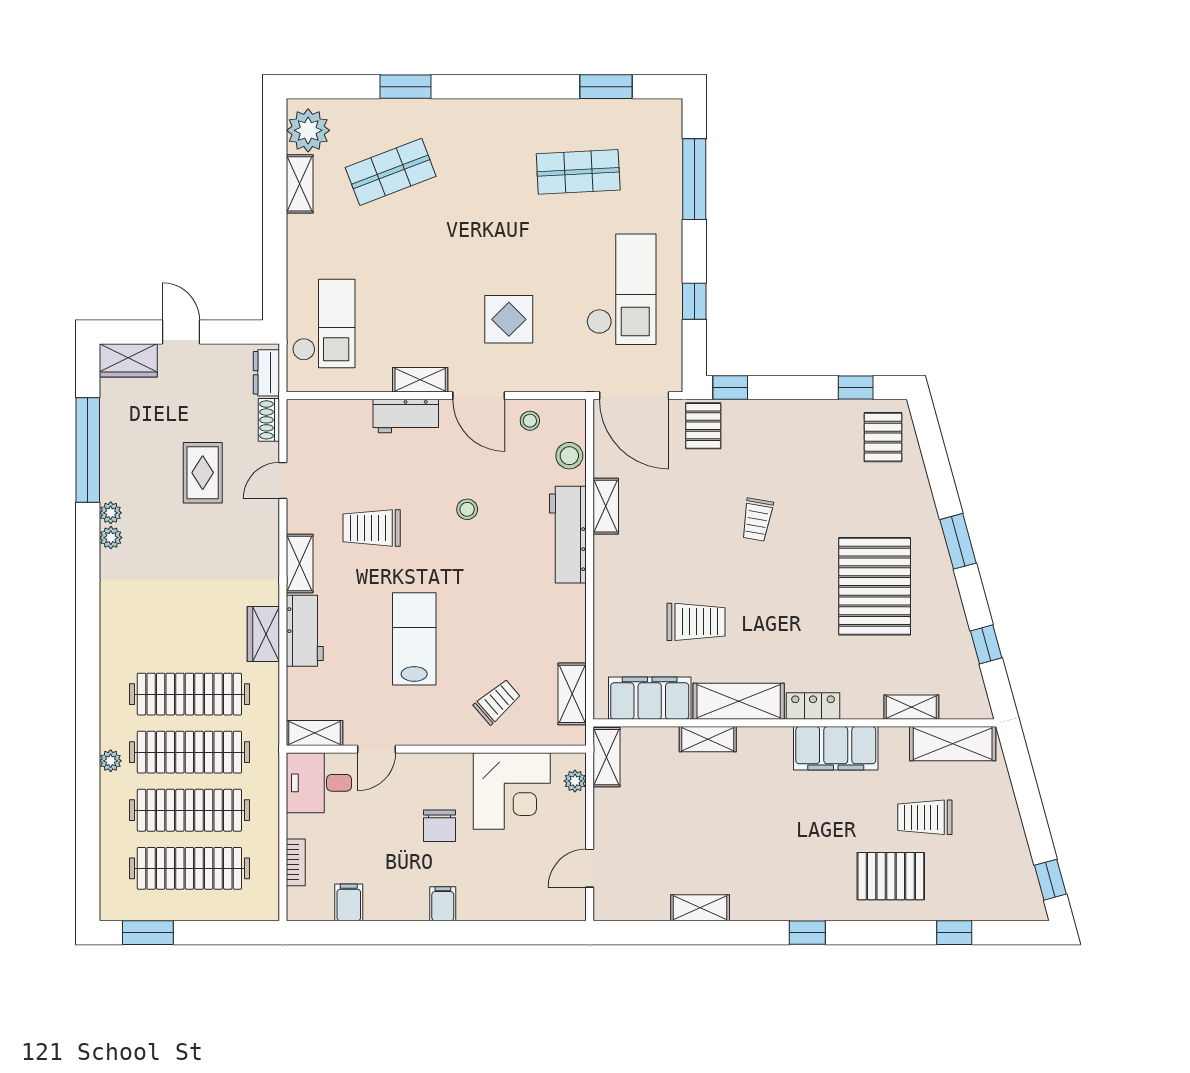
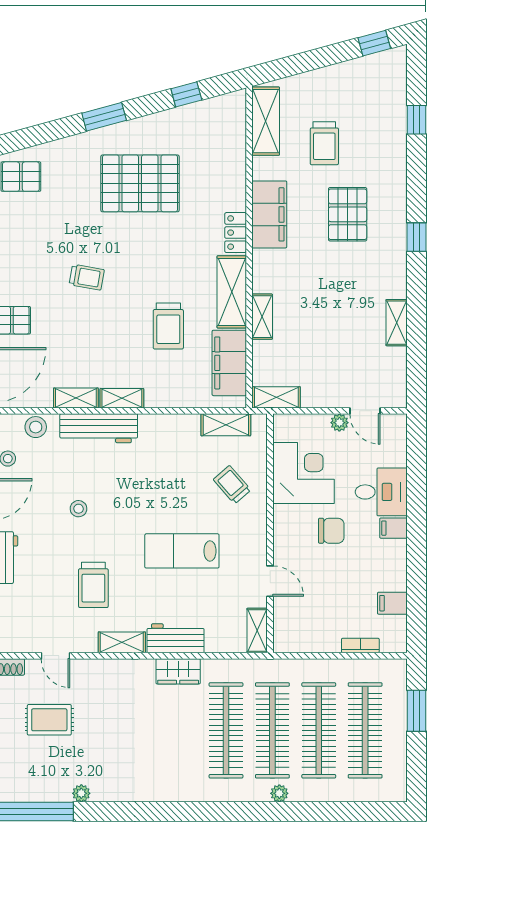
plant: (111, 538) -> (101, 793), removed
trolley: (696, 622) -> (168, 326), turned 180
shelving: (911, 707) -> (122, 398), moved, turned 90
plant: (575, 781) -> (339, 423), moved
desk: (319, 783) -> (381, 492), moved, turned -90
pallet: (891, 876) -> (348, 214), moved
window: (148, 933) -> (416, 711), moved

